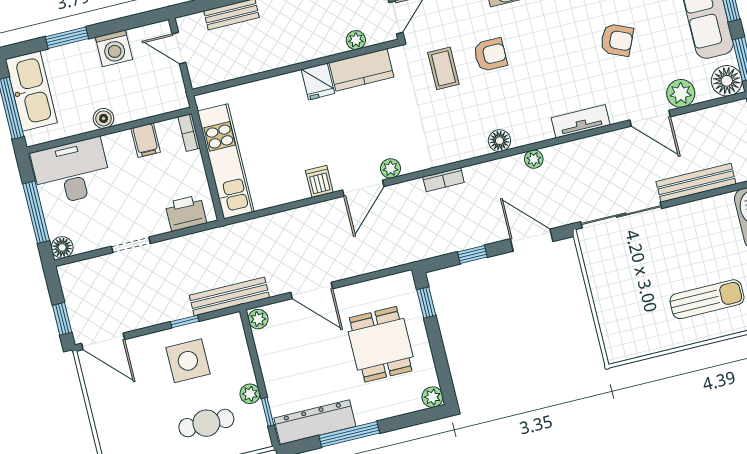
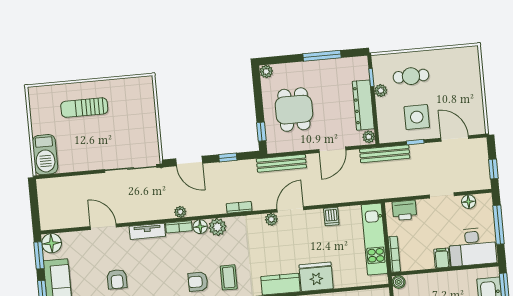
armchair: (617, 40) -> (117, 279), turned -114
fridge: (318, 81) -> (316, 277), width x1.88, depth x1.34
plant: (681, 93) -> (217, 227), moved
boiler: (104, 118) -> (399, 282), moved
bookcase: (189, 132) -> (394, 254), width x1.56
bookcase: (533, 136) -> (179, 227), added
filing cabinet: (146, 140) -> (442, 258), moved
dishwasher: (319, 181) -> (331, 216), moved
bench: (696, 183) -> (281, 163), moved
floor lamp: (62, 247) -> (469, 202), moved
door: (312, 291) -> (332, 150), swing flipped
window: (62, 319) -> (493, 169), moved
door: (103, 341) -> (455, 138), moved
dresser: (315, 422) -> (363, 105), moved, turned 90

